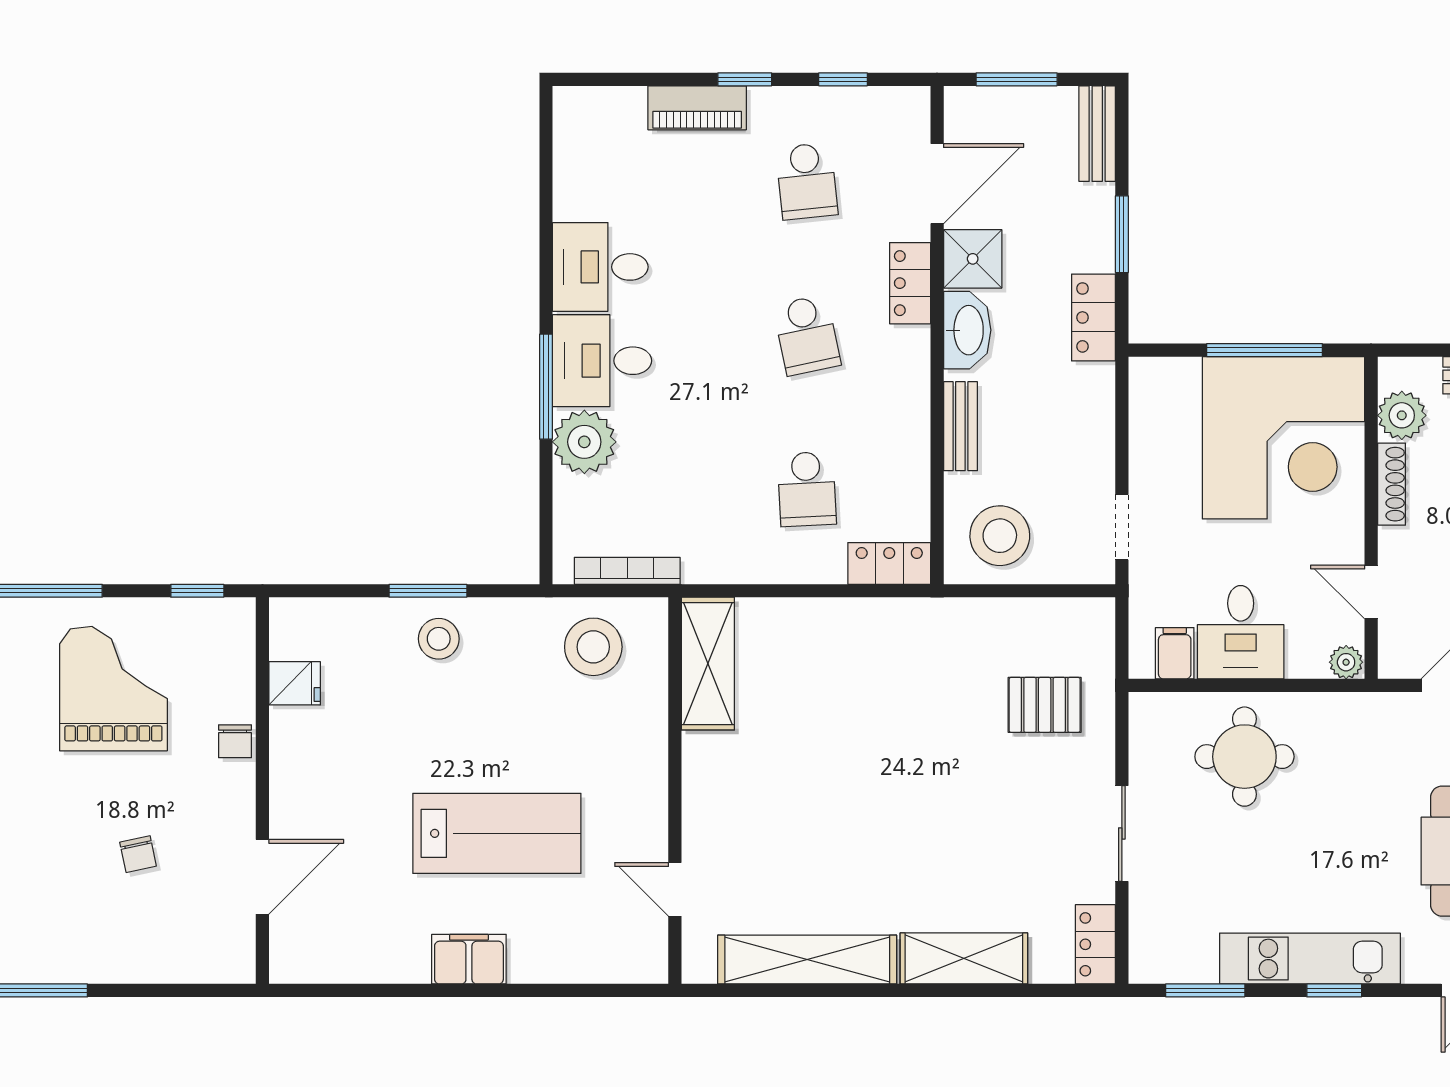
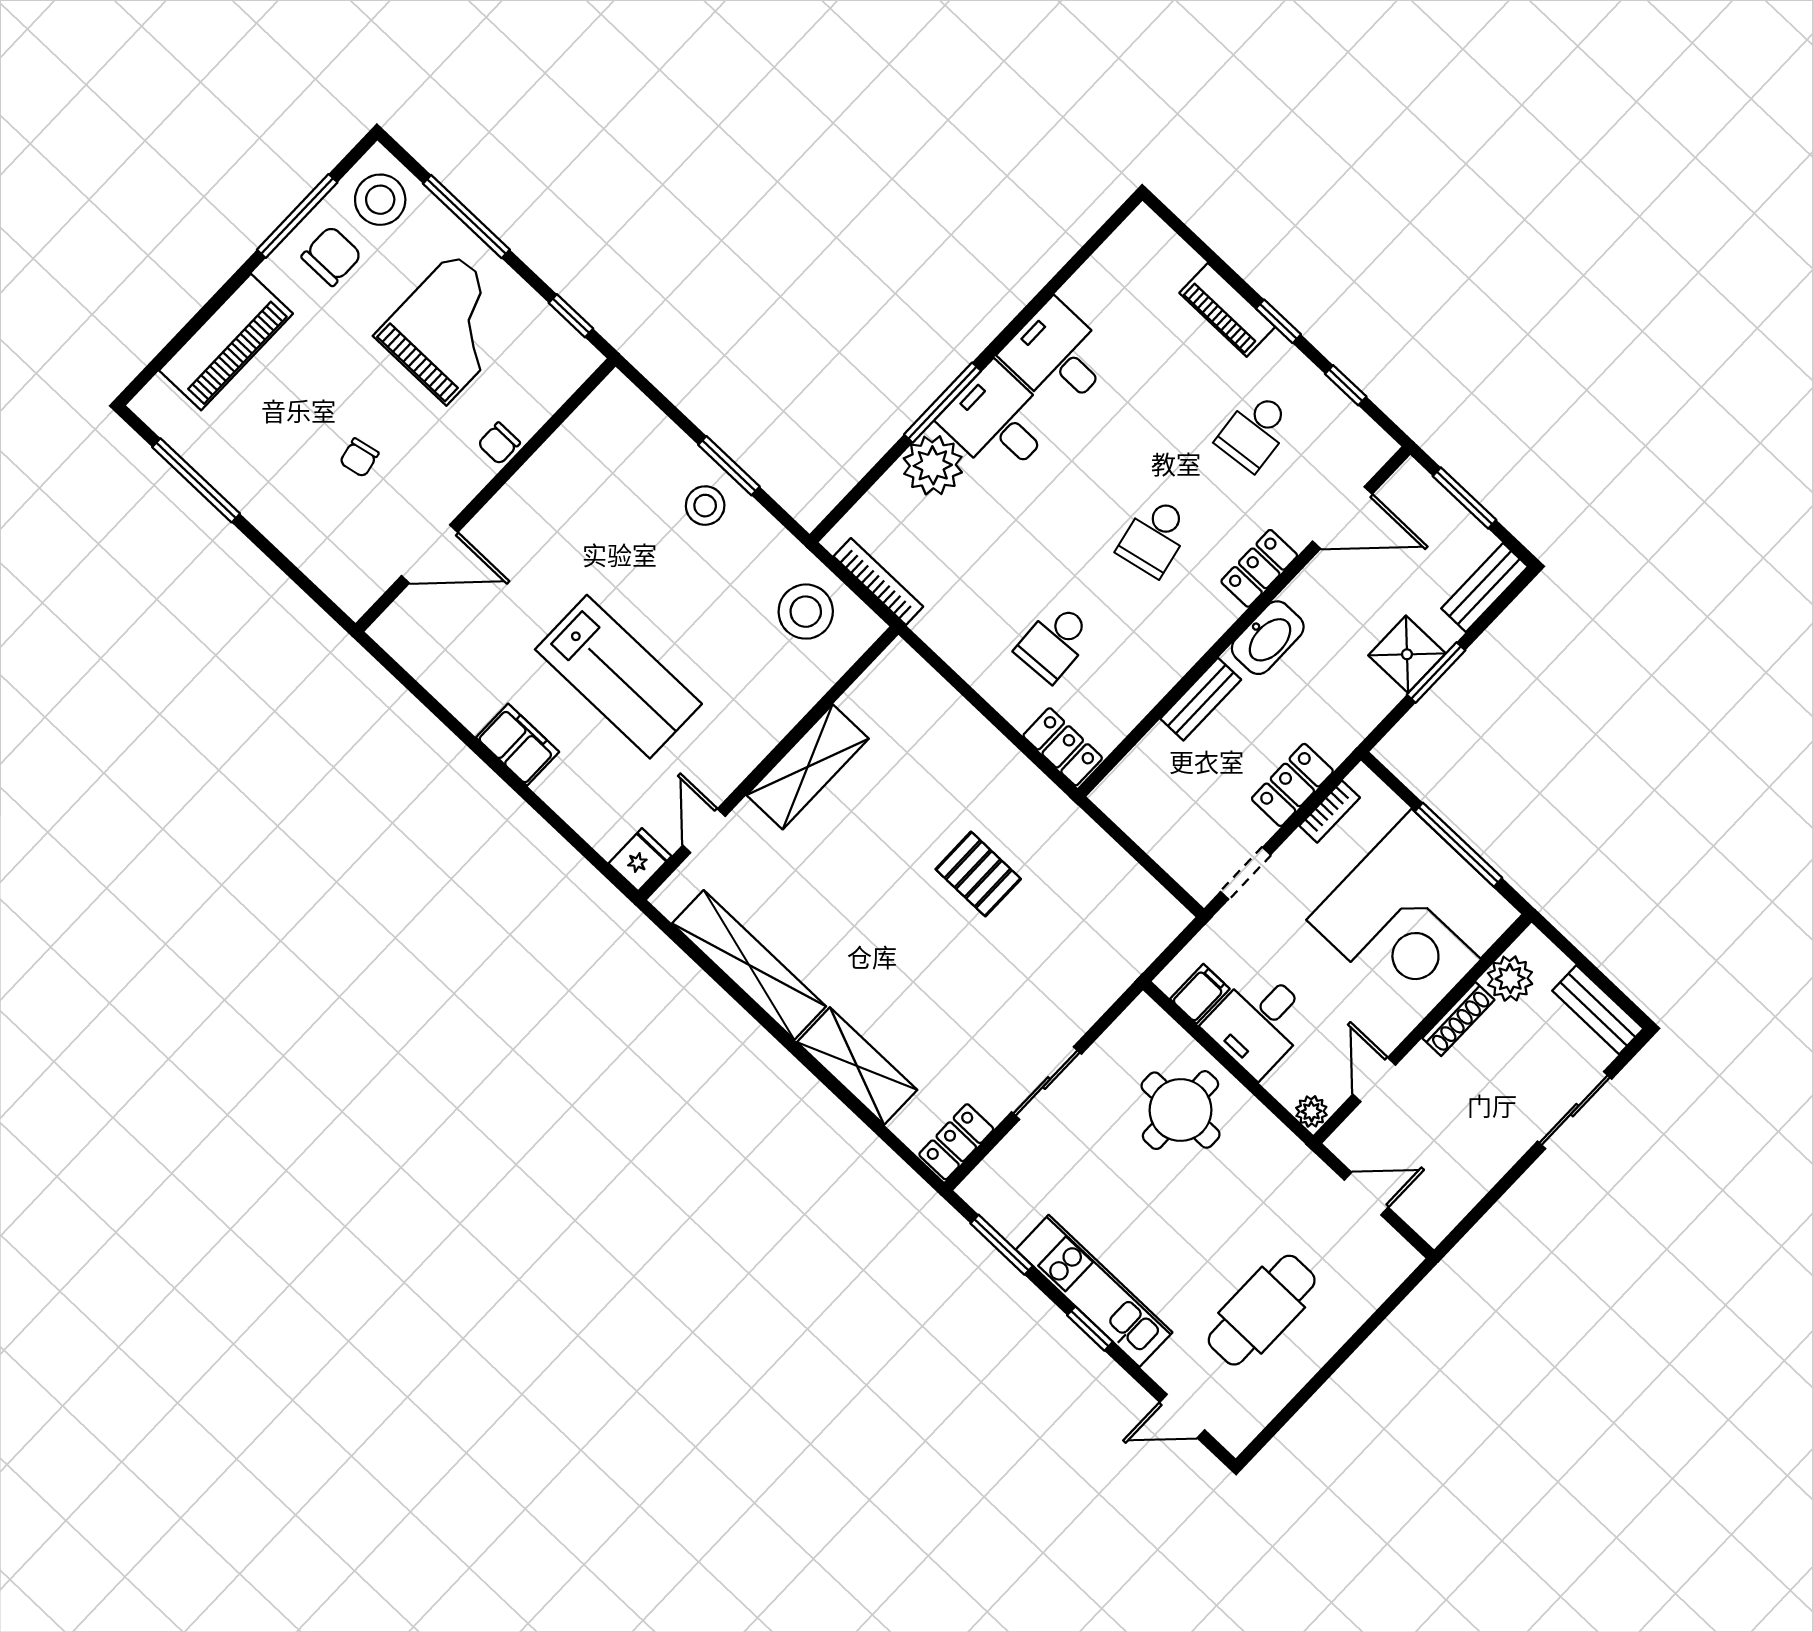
shower: (973, 259) -> (1407, 654), moved
locker: (1093, 317) -> (1292, 785), moved
bookcase: (1141, 419) -> (1330, 812), added
stool: (1000, 536) -> (1157, 800), removed
shelving: (708, 664) -> (808, 767), moved
fridge: (295, 683) -> (640, 860), moved, turned -90
pallet: (1045, 705) -> (978, 874), moved

